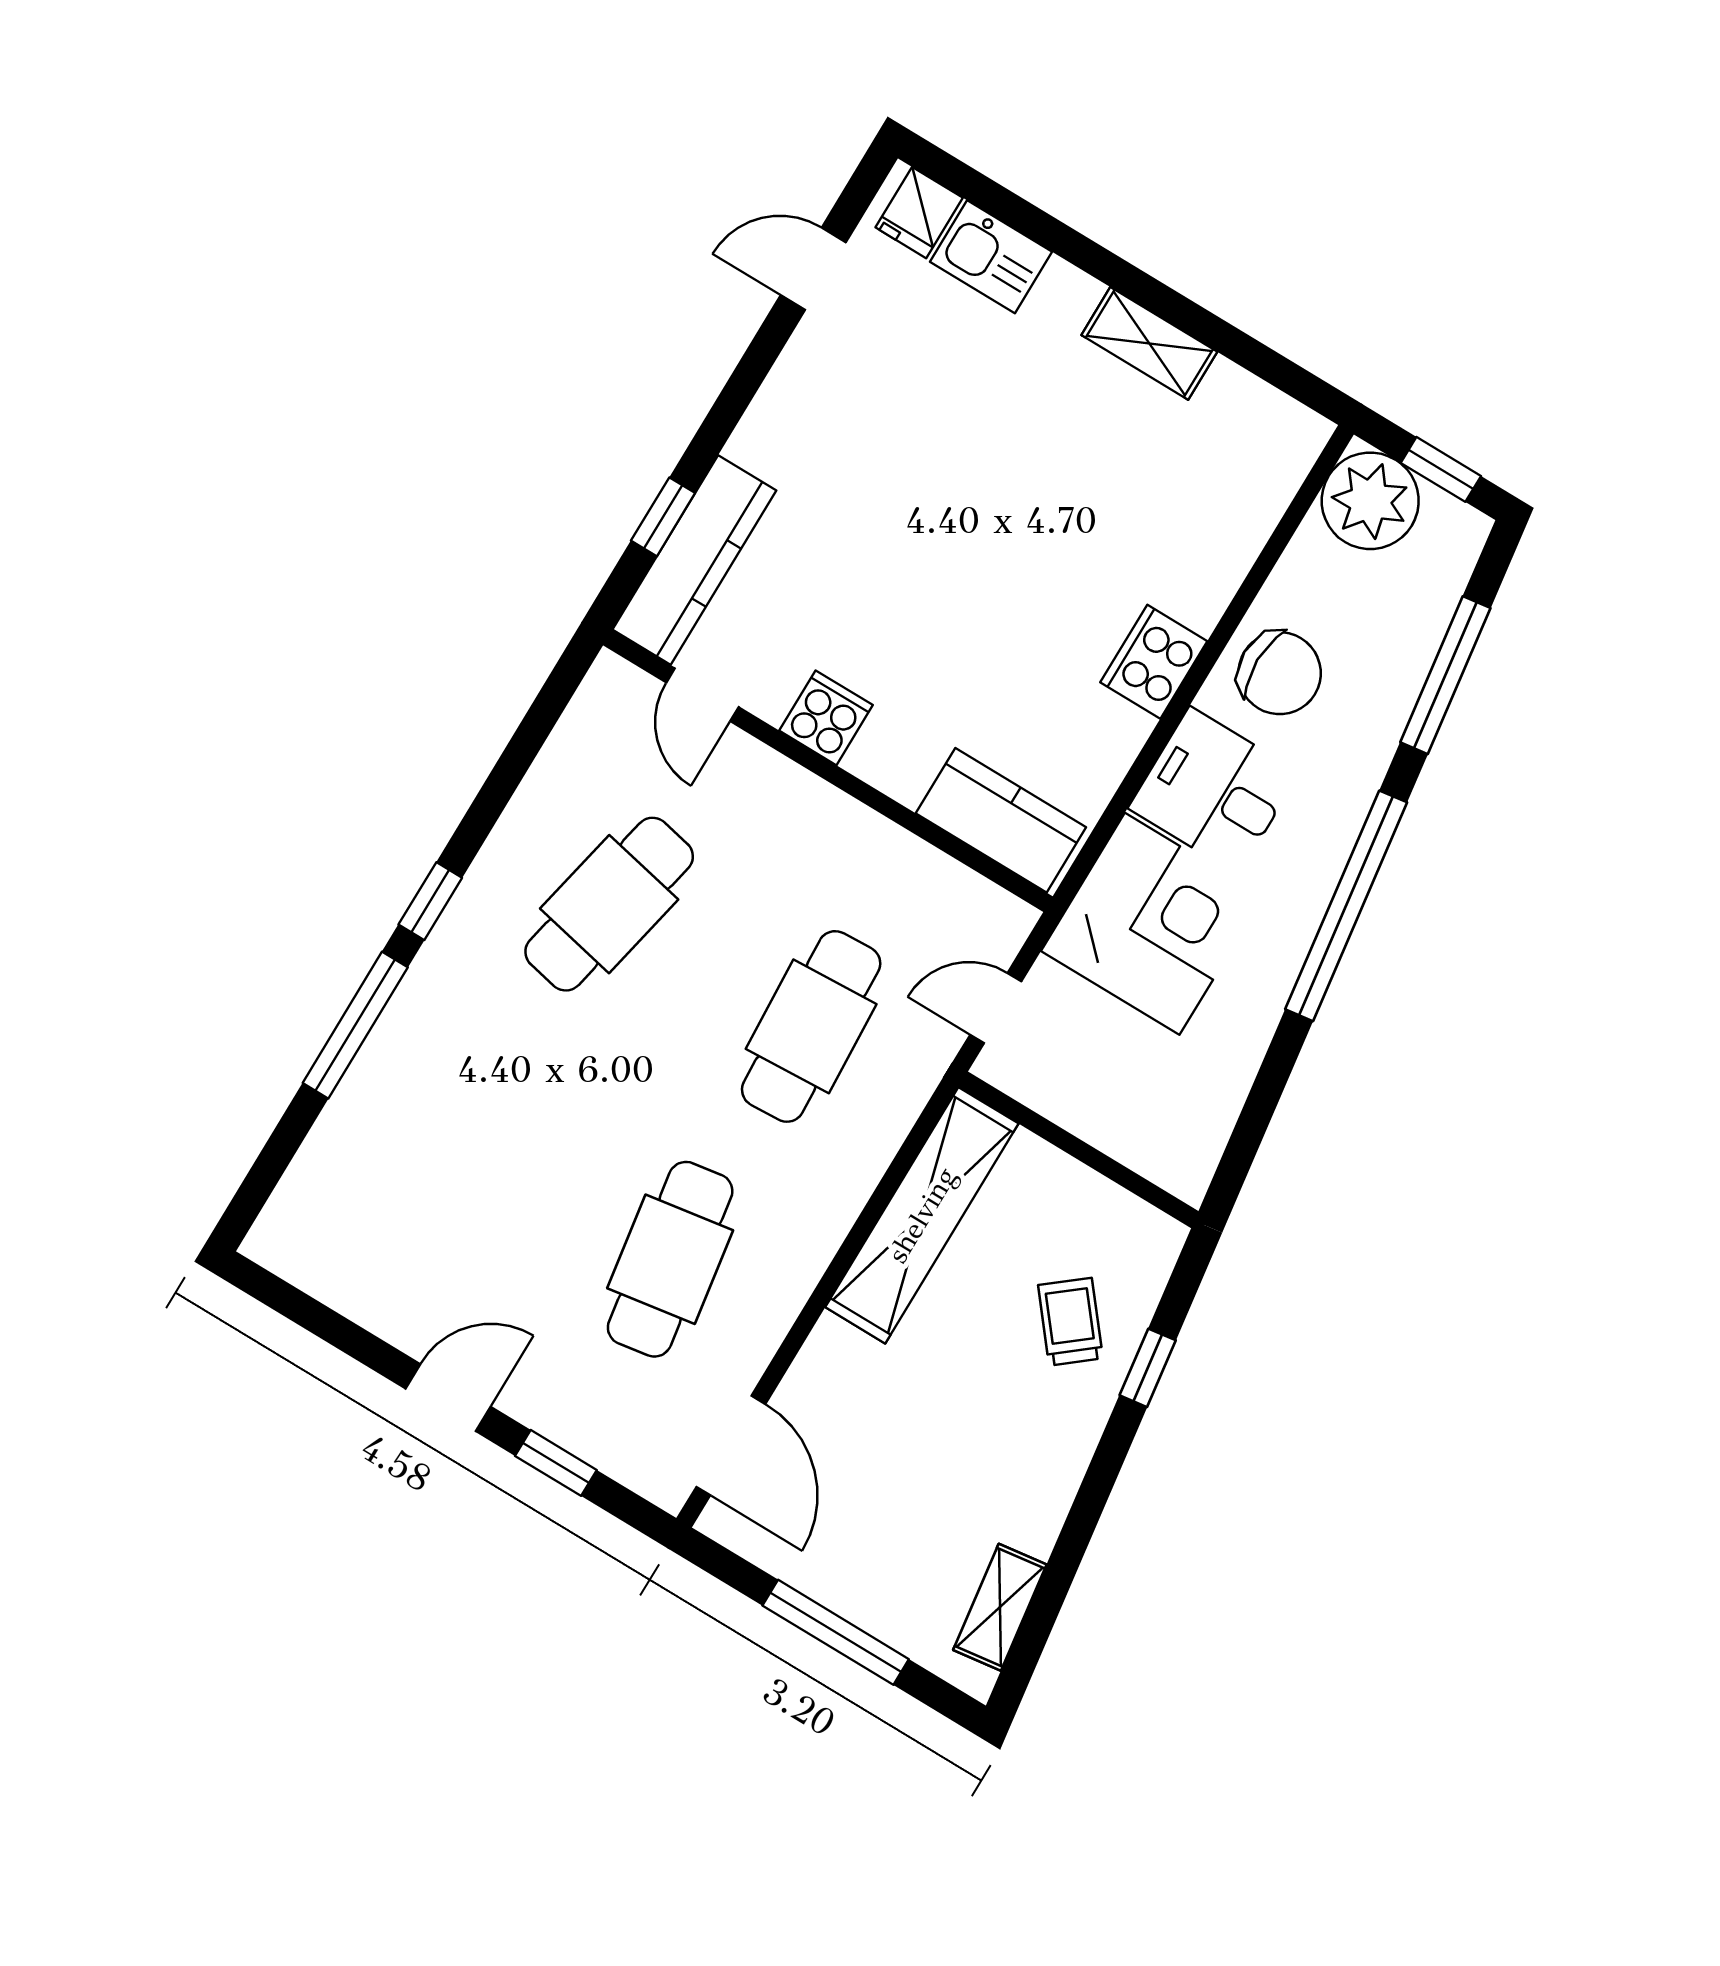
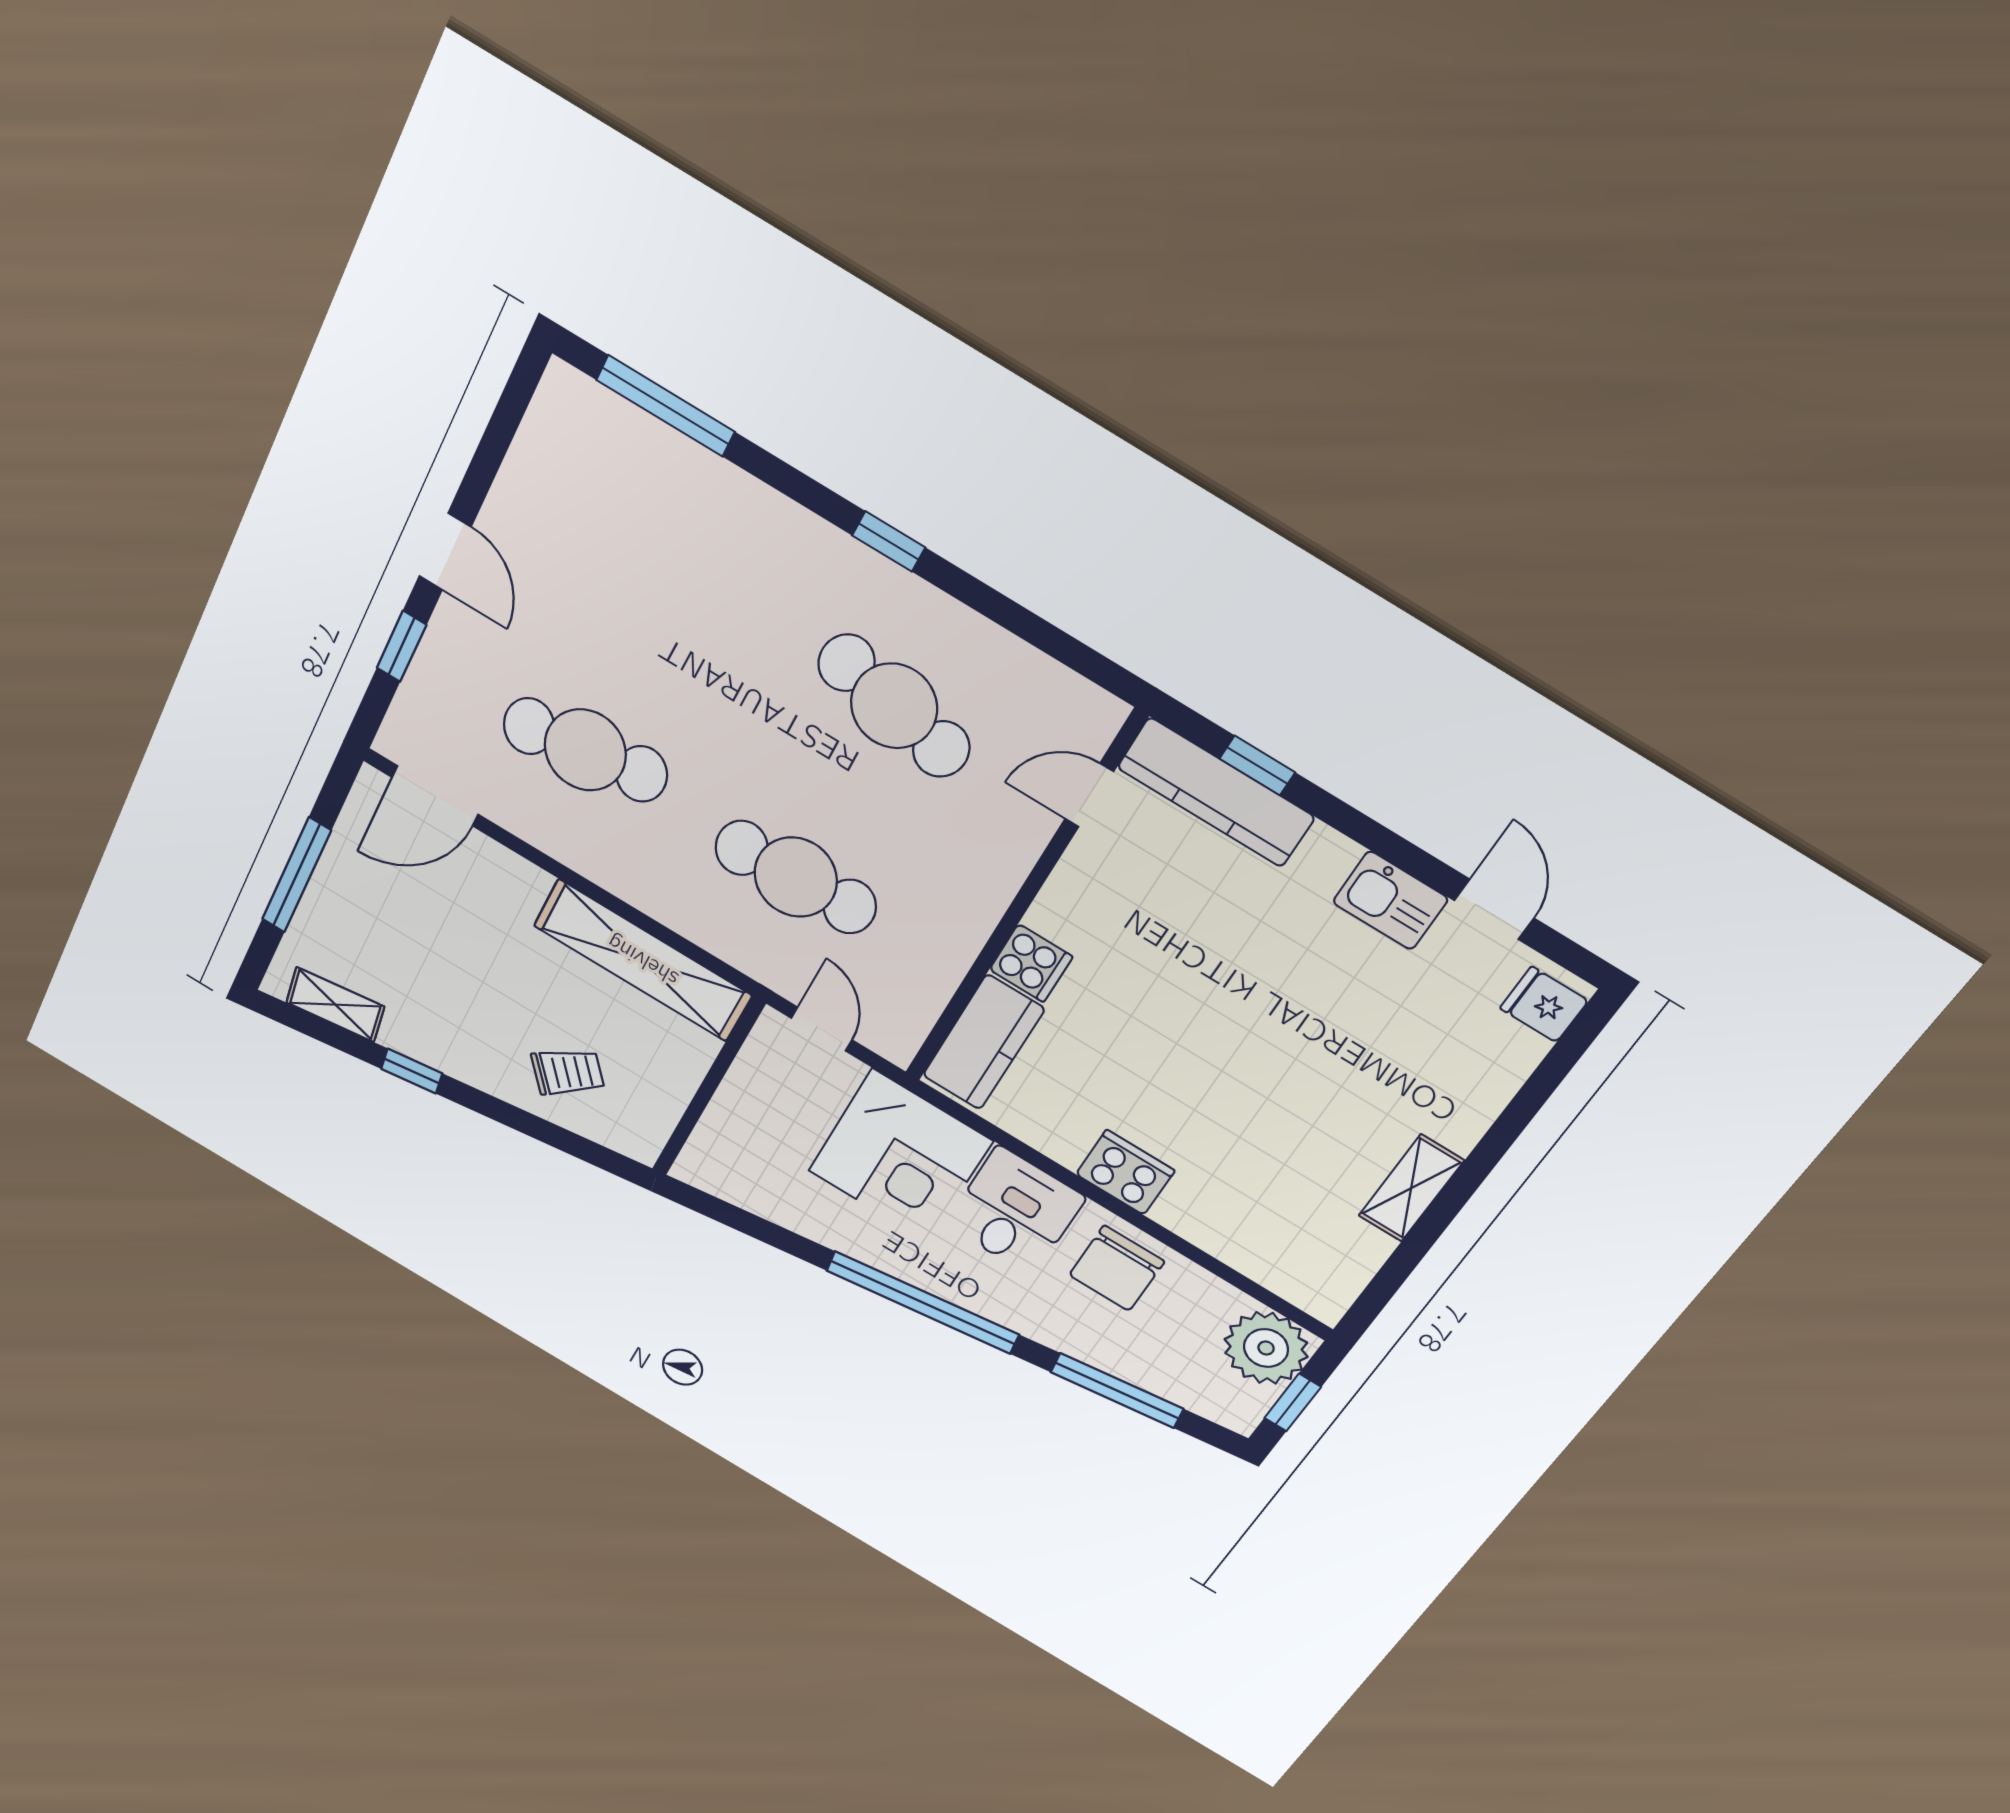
kitchen sink: (991, 257) -> (1390, 900), moved, turned -90
cooker: (826, 718) -> (1031, 963), moved
window: (355, 1025) -> (666, 406), moved
window: (1148, 1368) -> (412, 1071), moved

